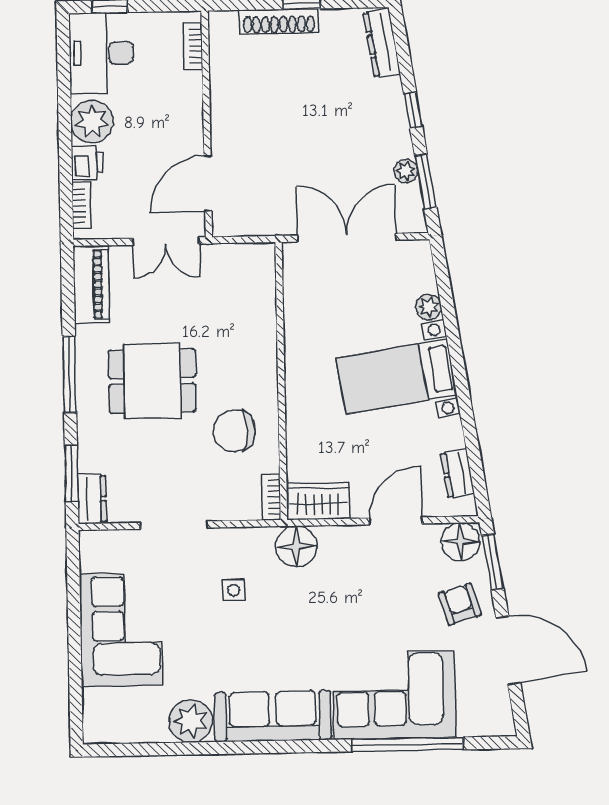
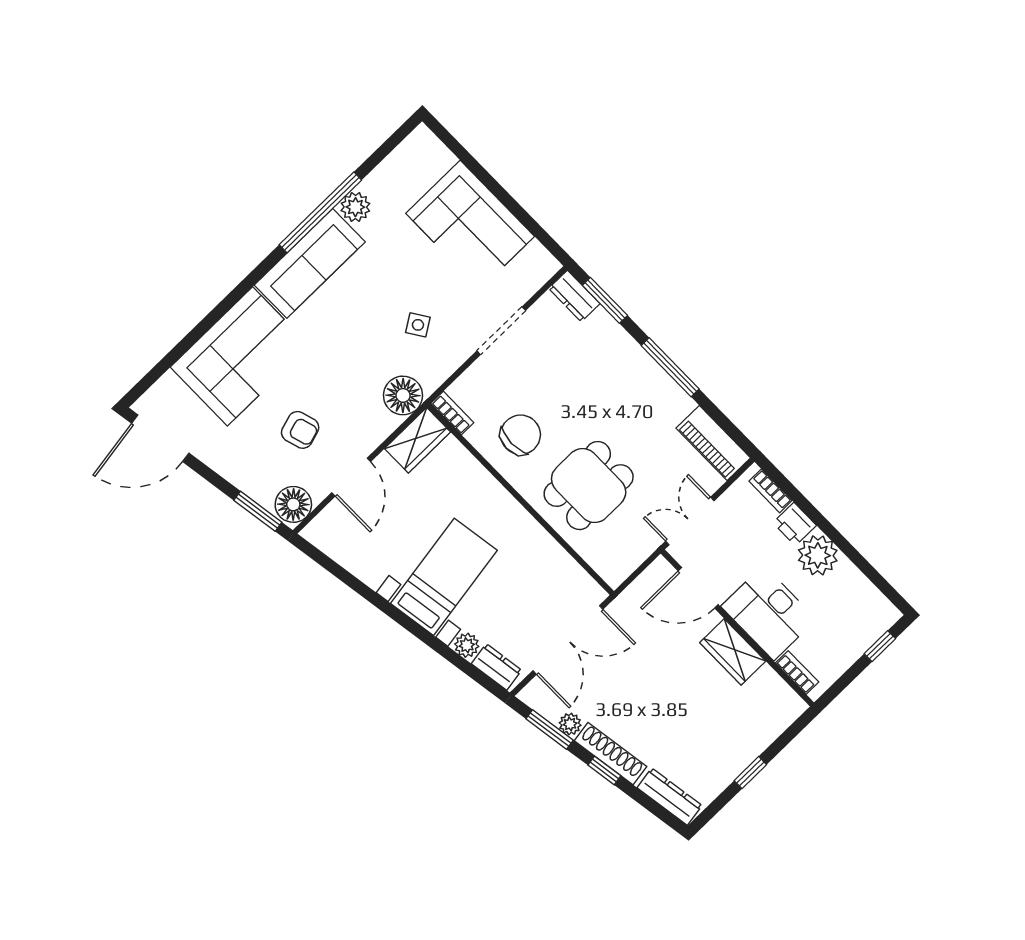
shoe rack: (279, 21) -> (610, 754), moved, turned 81
desk: (101, 53) -> (769, 613), moved, turned 180
wardrobe: (228, 109) -> (733, 652), added
door: (208, 183) -> (698, 588), swing flipped
dining table: (152, 381) -> (589, 486), moved
dresser: (457, 473) -> (496, 667), moved
side table: (234, 590) -> (418, 325), turned -33
armchair: (460, 604) -> (300, 430), moved
door: (508, 650) -> (160, 438), moved
plant: (191, 721) -> (355, 207), width x0.73, depth x0.73
window: (408, 744) -> (320, 212), moved

